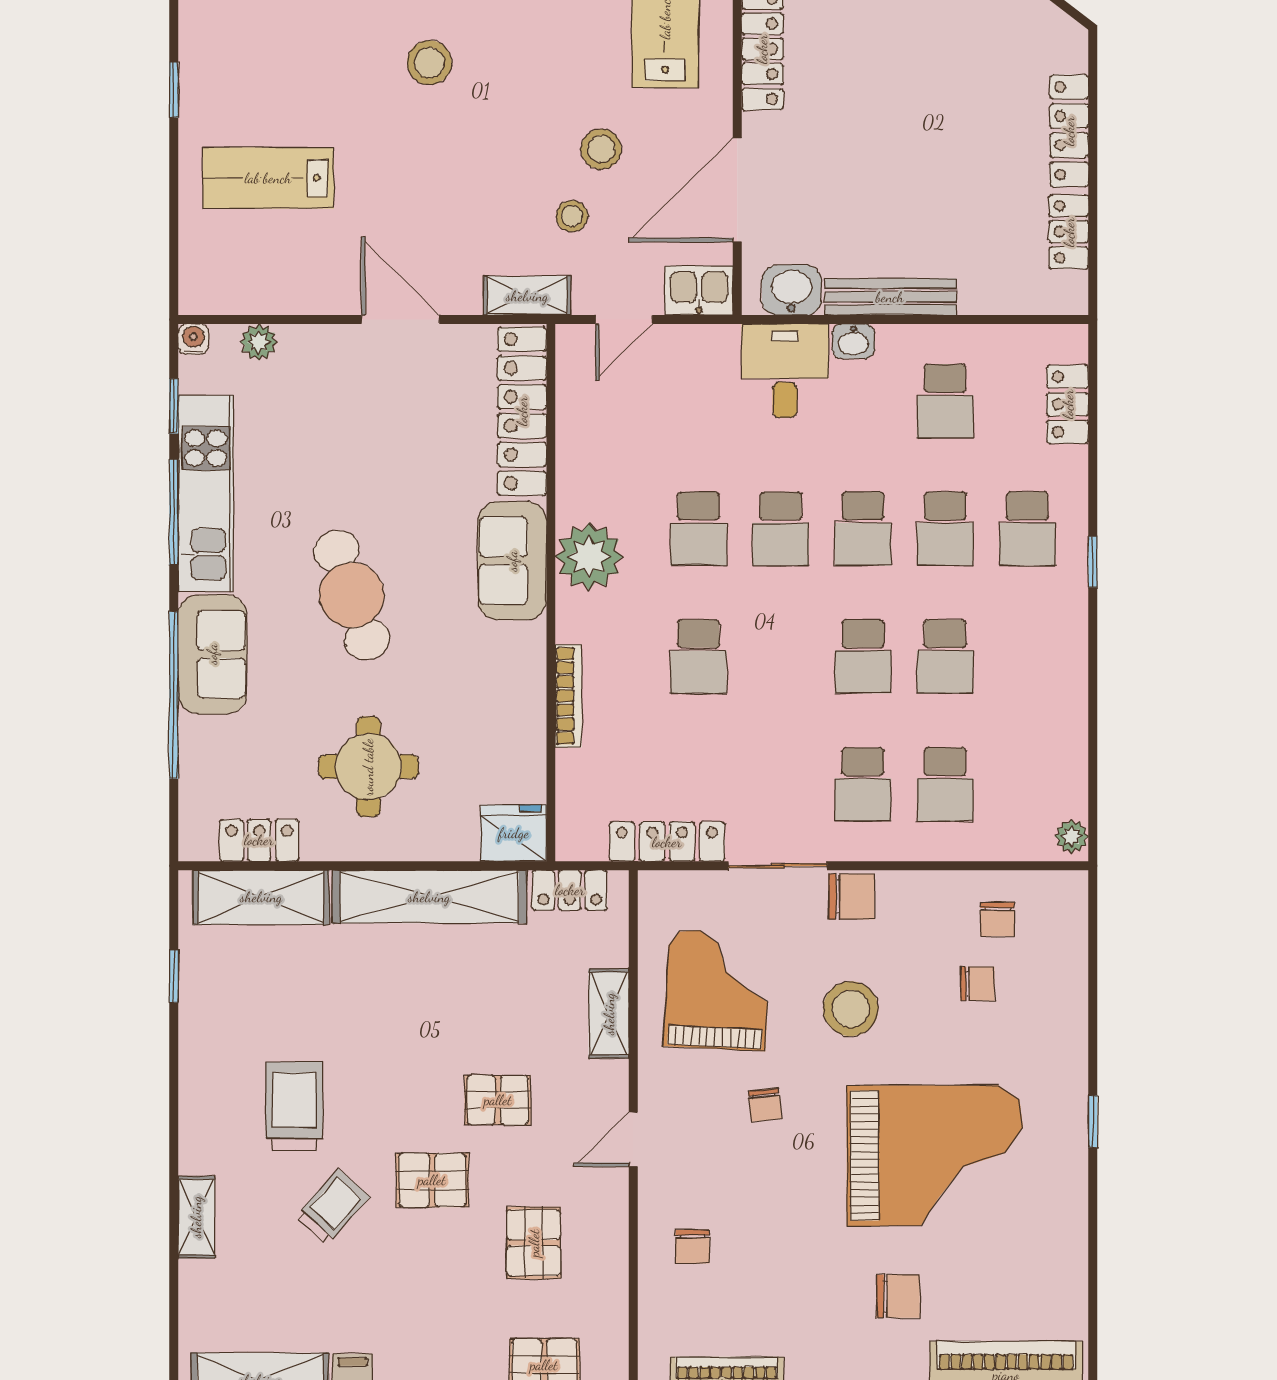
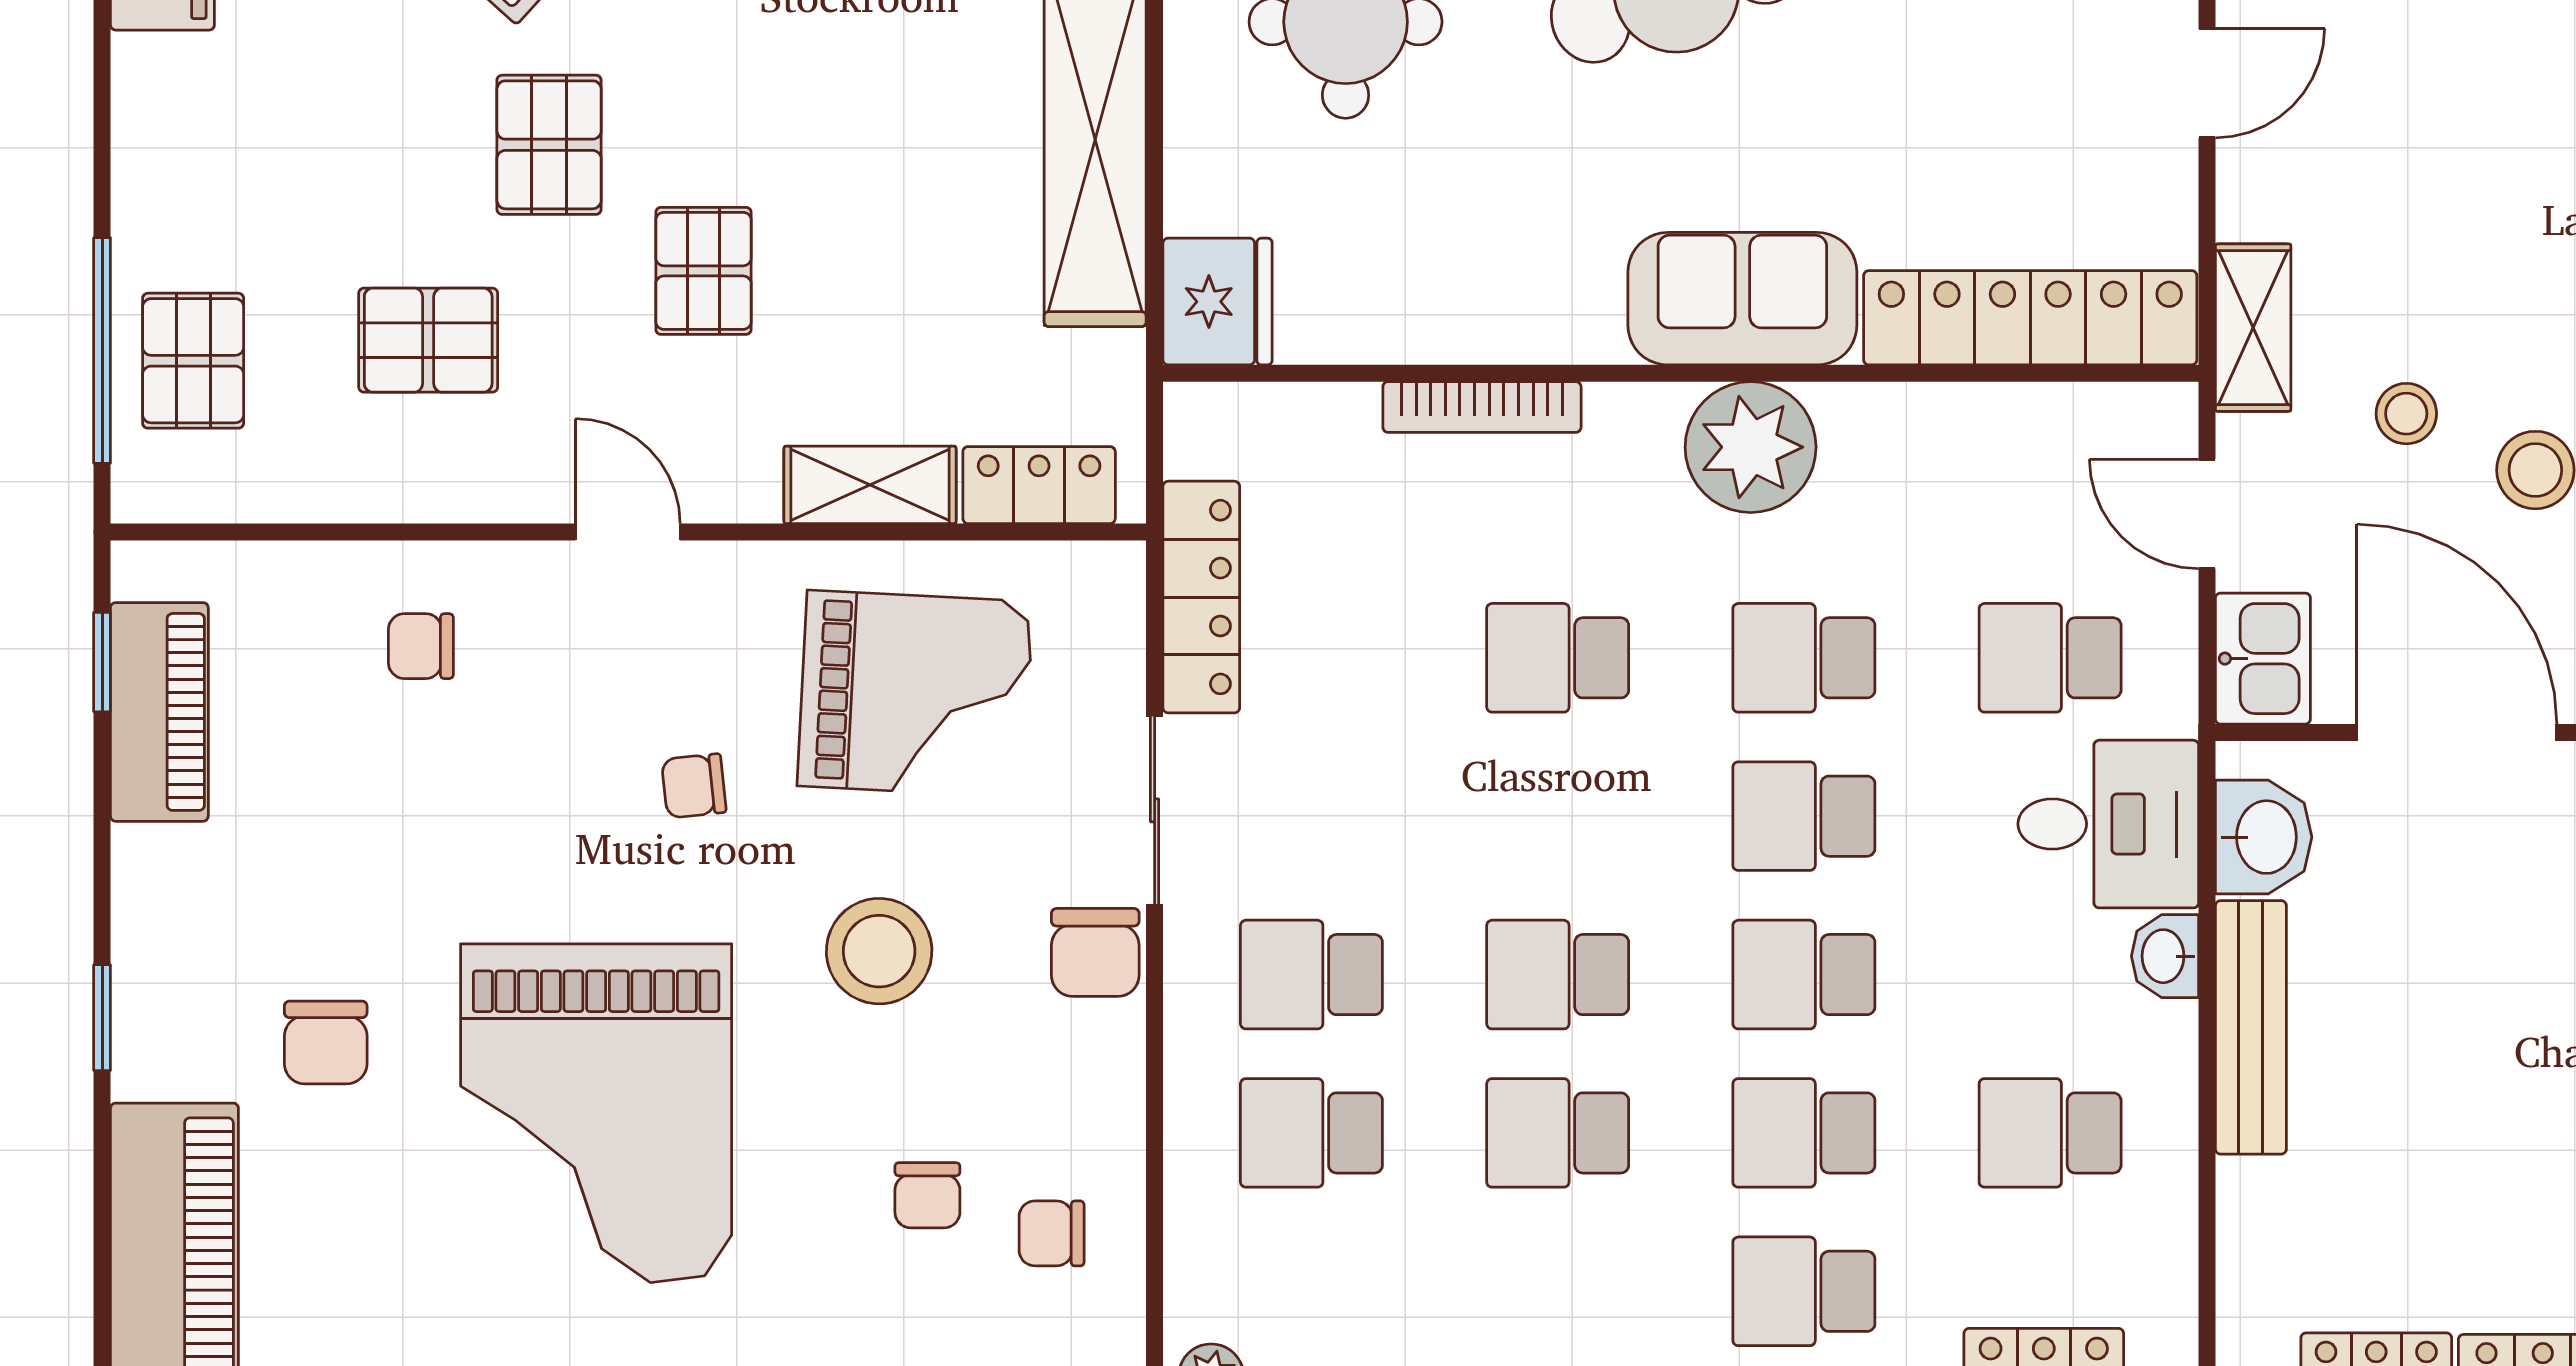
door: (400, 320) -> (2207, 83), width x0.73
school desk: (699, 401) -> (2050, 658), added
locker: (570, 890) -> (1039, 485), moved, turned 90

